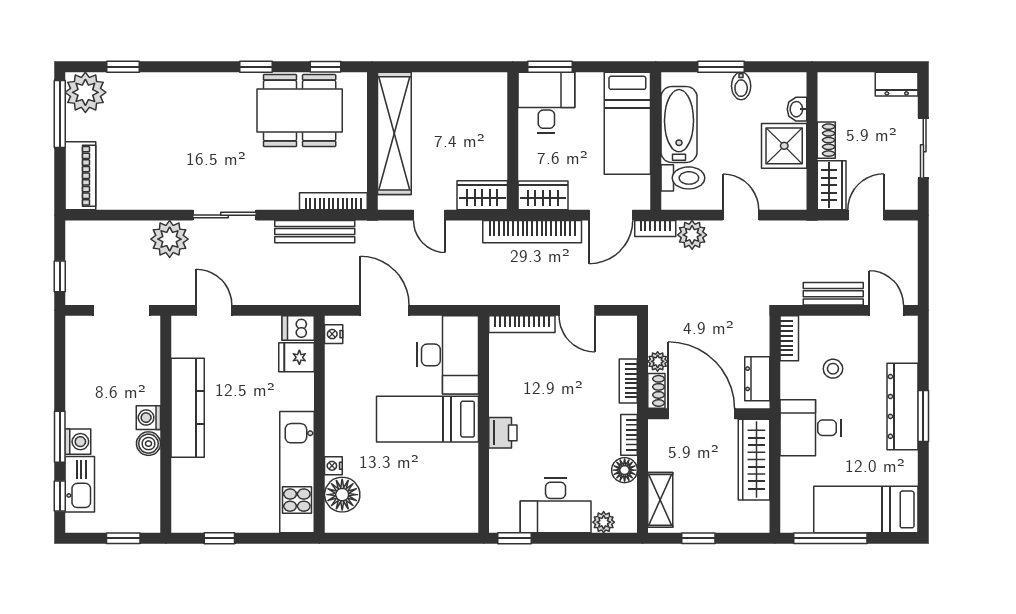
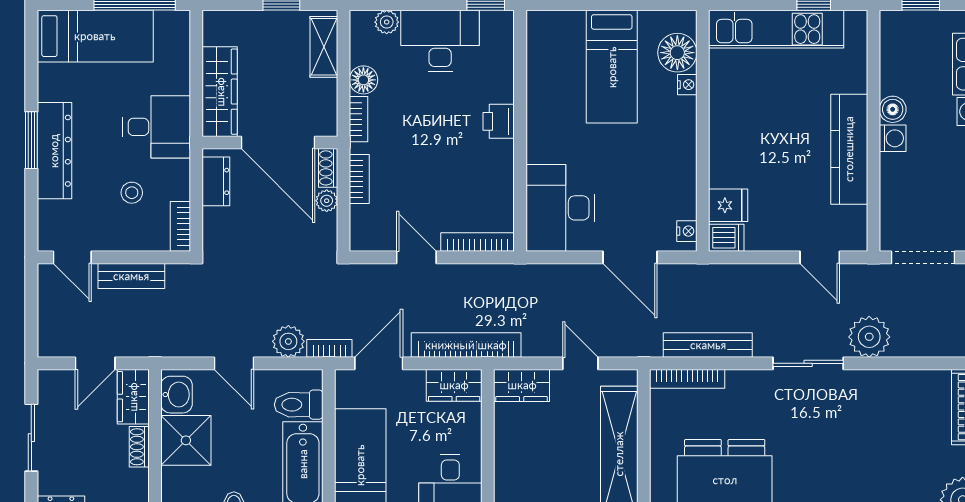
washbasin: (797, 109) -> (177, 395), moved, width x1.38, depth x1.45
bed: (427, 419) -> (612, 67), moved, turned 90
kitchen unit: (297, 472) -> (776, 29), moved, turned 90

